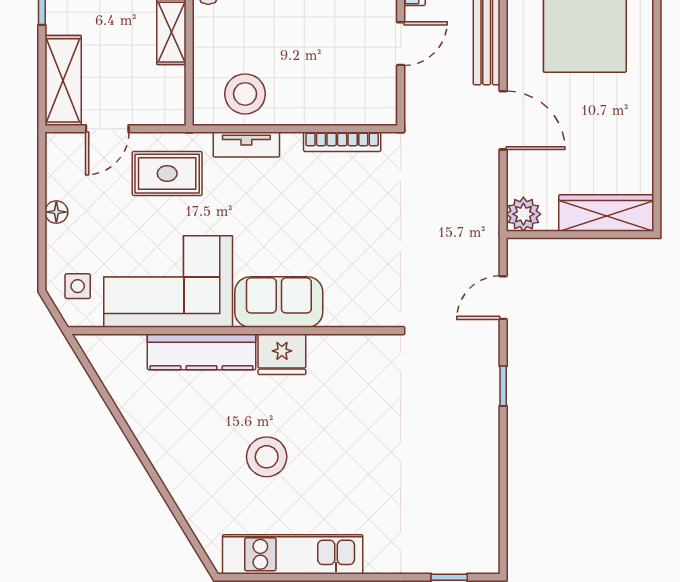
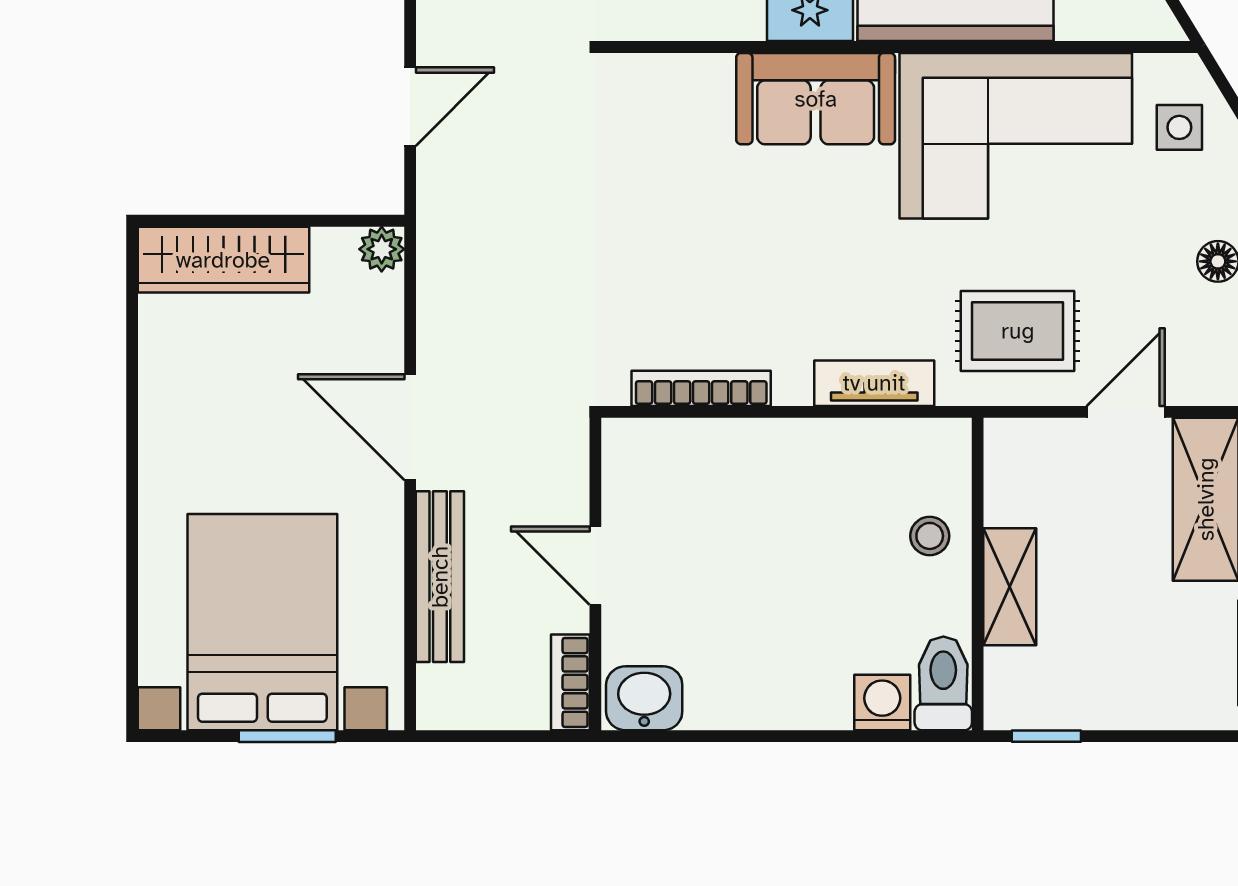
door: (401, 44) -> (595, 566), hinge flipped
stool: (245, 94) -> (930, 536), moved, width x0.53, depth x0.53
plant: (523, 214) -> (382, 249), width x0.73, depth x0.73

